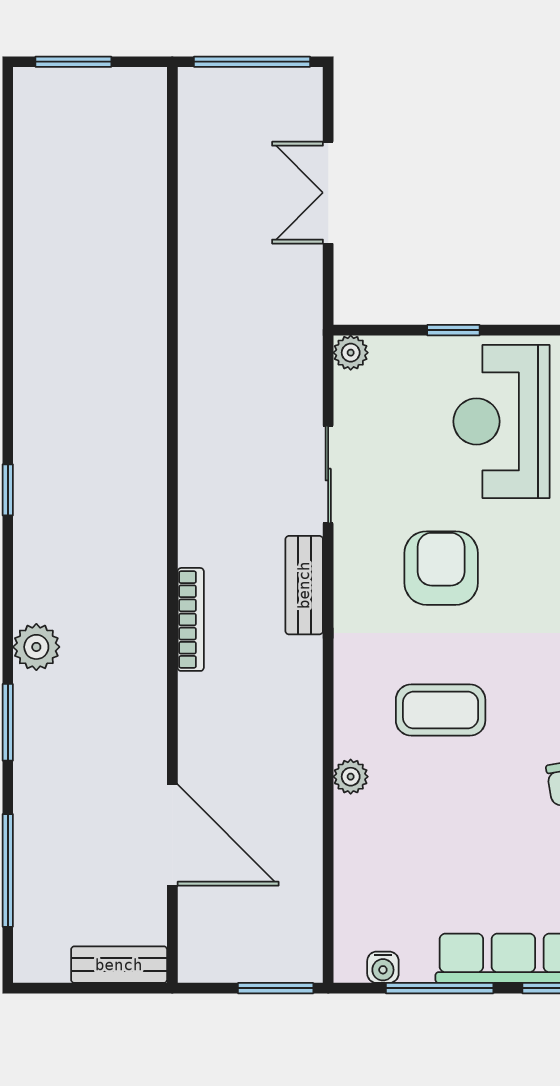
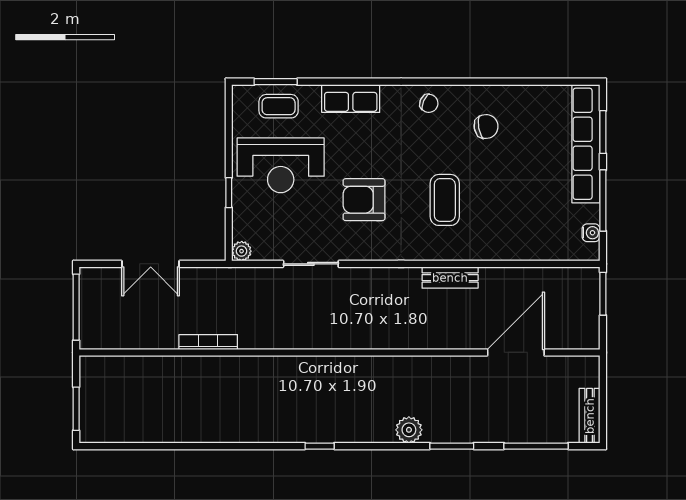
bench: (304, 585) -> (450, 278), moved
bookcase: (191, 619) -> (208, 342), moved
plant: (351, 777) -> (483, 251), removed
bench: (119, 965) -> (590, 416), moved

